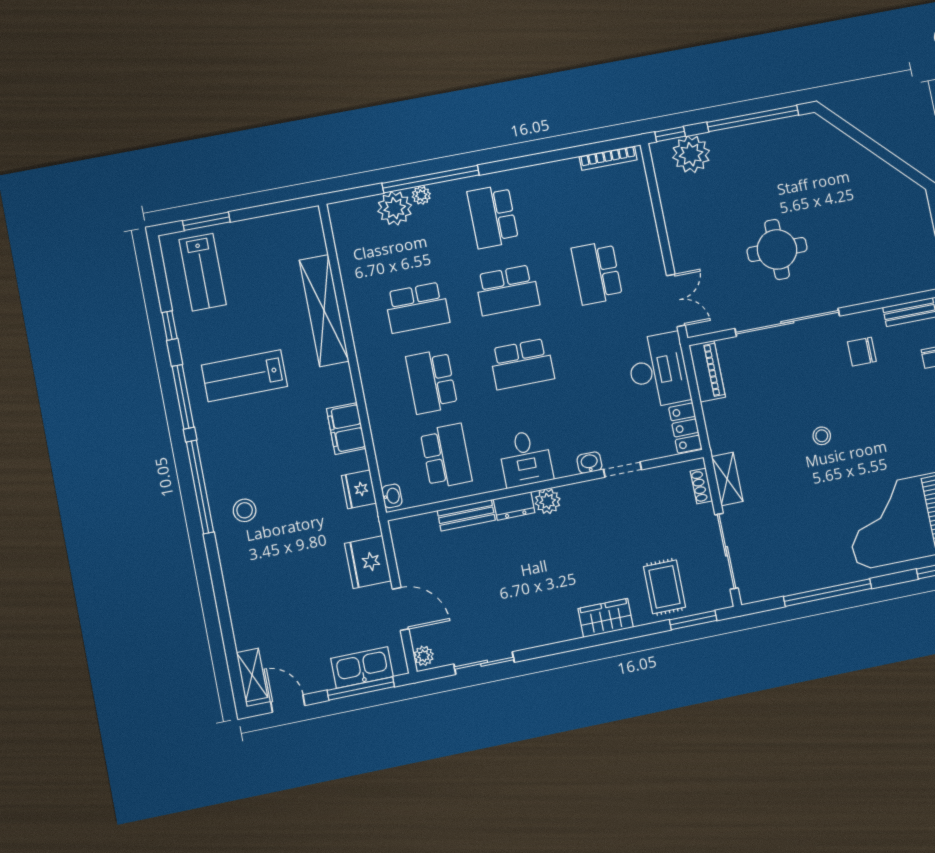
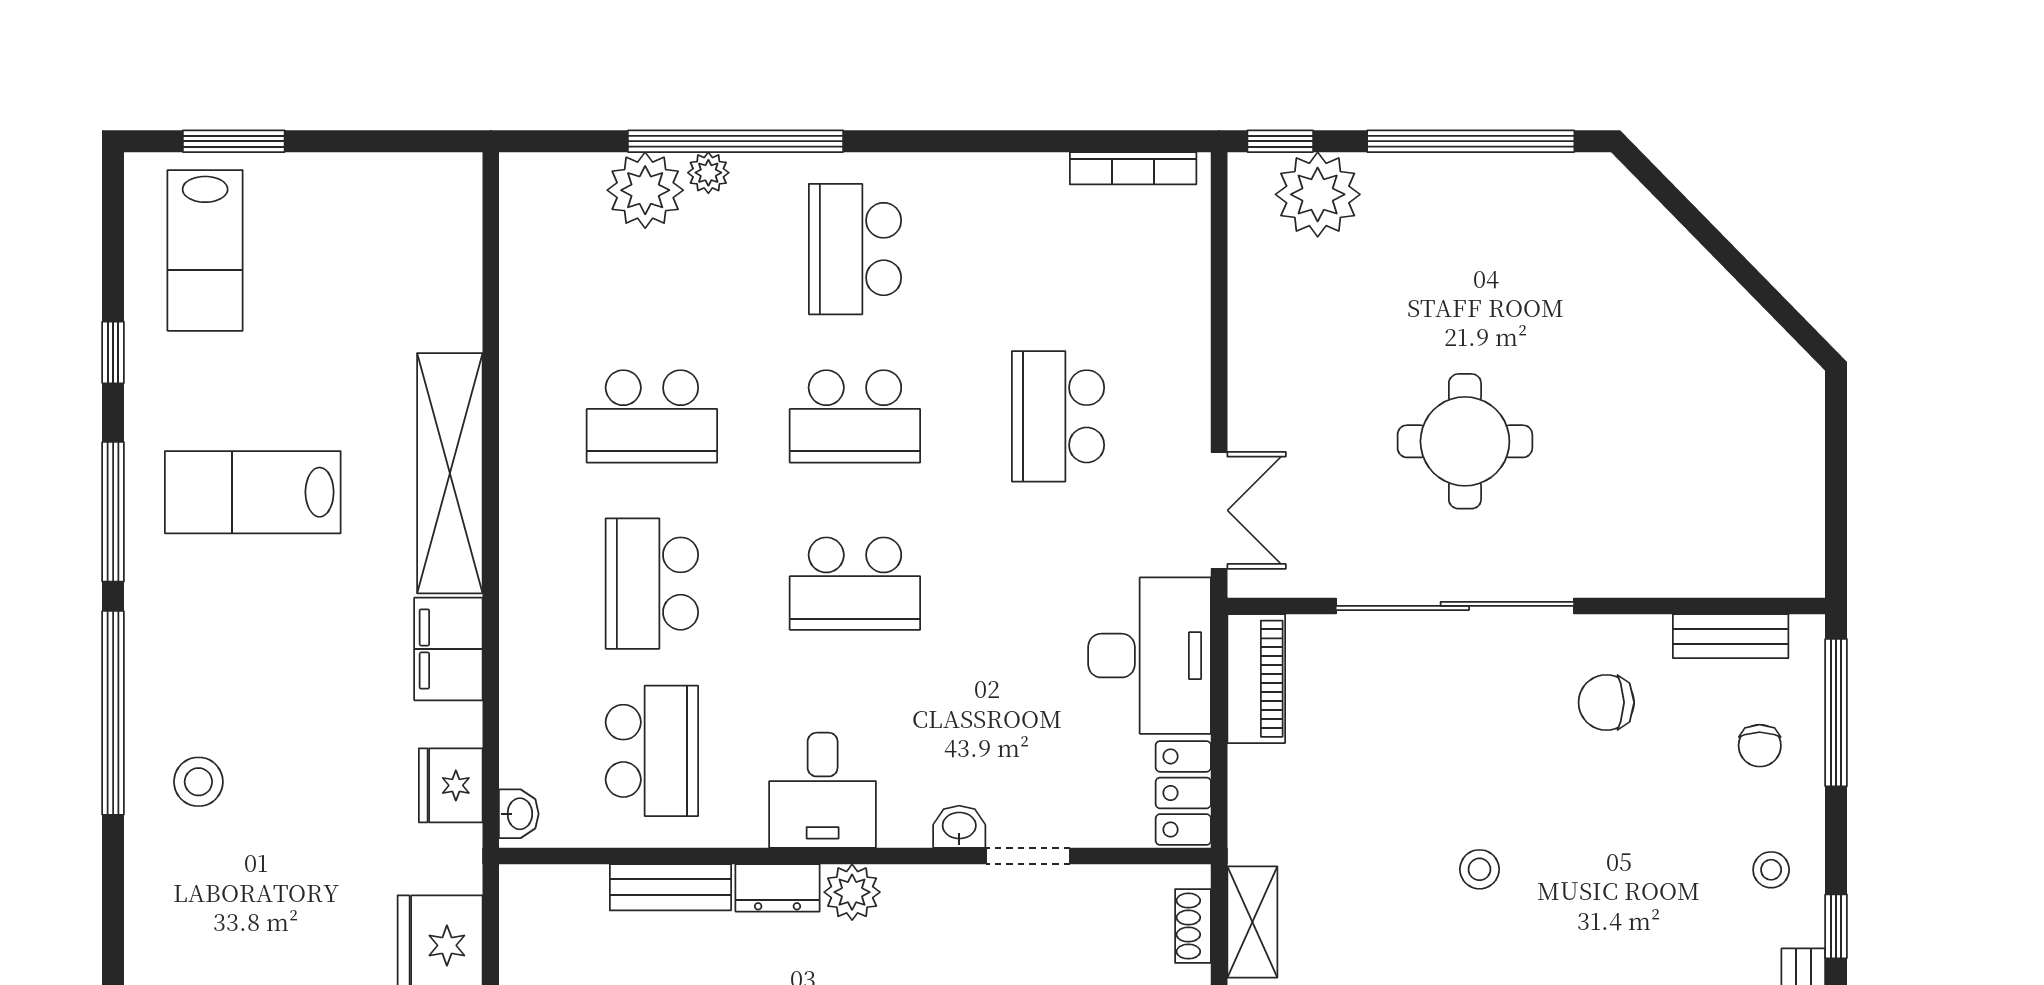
shelving: (324, 311) -> (450, 473), moved

